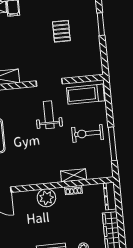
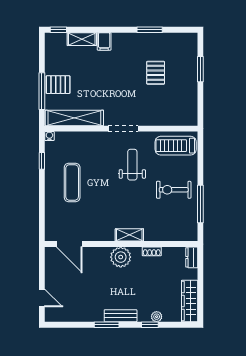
doorway: (49, 82) -> (123, 129), moved
shelving: (74, 175) -> (129, 235), moved
dresser: (110, 196) -> (192, 257), width x0.70

